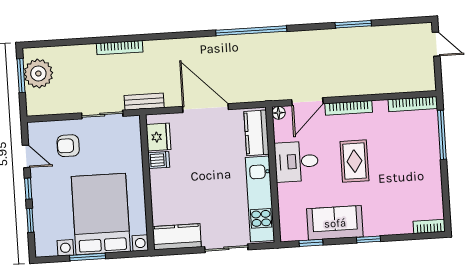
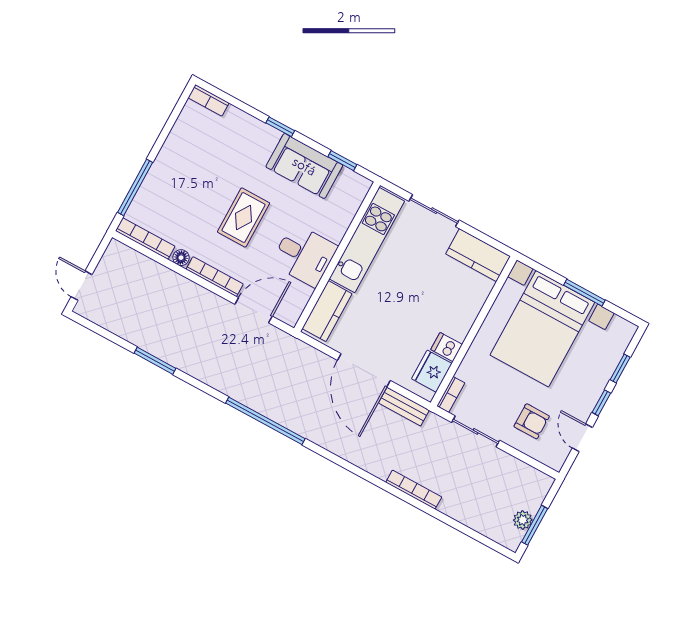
plant: (38, 74) -> (523, 520), width x0.53, depth x0.53
bench: (144, 102) -> (404, 407), moved
floor lamp: (279, 113) -> (181, 258), moved
bookcase: (135, 129) -> (451, 394), added

